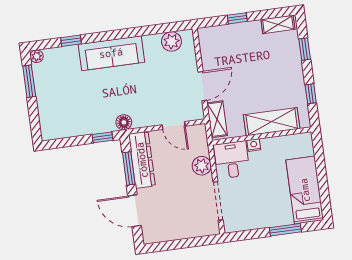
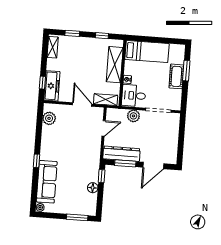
window: (237, 18) -> (42, 83), moved
freezer: (220, 35) -> (52, 86), added
window: (71, 41) -> (37, 161), moved
sofa: (111, 53) -> (47, 182), moved
window: (29, 81) -> (77, 217), moved
floor lamp: (124, 122) -> (93, 188), moved
bed: (305, 190) -> (147, 51), moved, turned 180
cot: (274, 217) -> (176, 76), added

